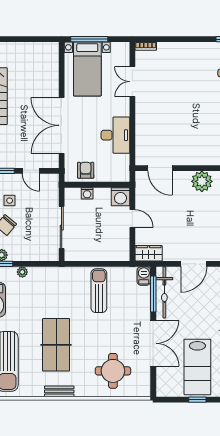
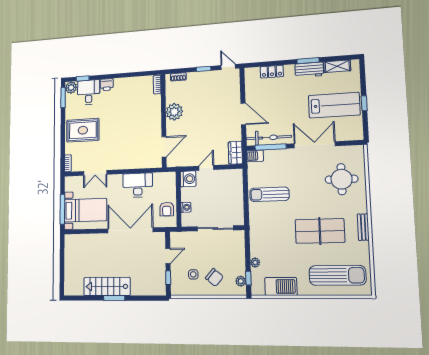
rug: (186, 66) -> (83, 130), added
double door: (62, 125) -> (130, 230), swing flipped
armchair: (86, 170) -> (167, 209), turned -90

